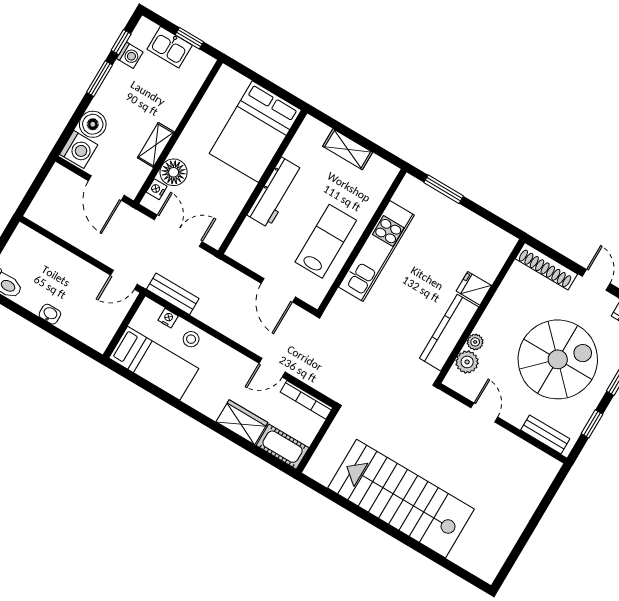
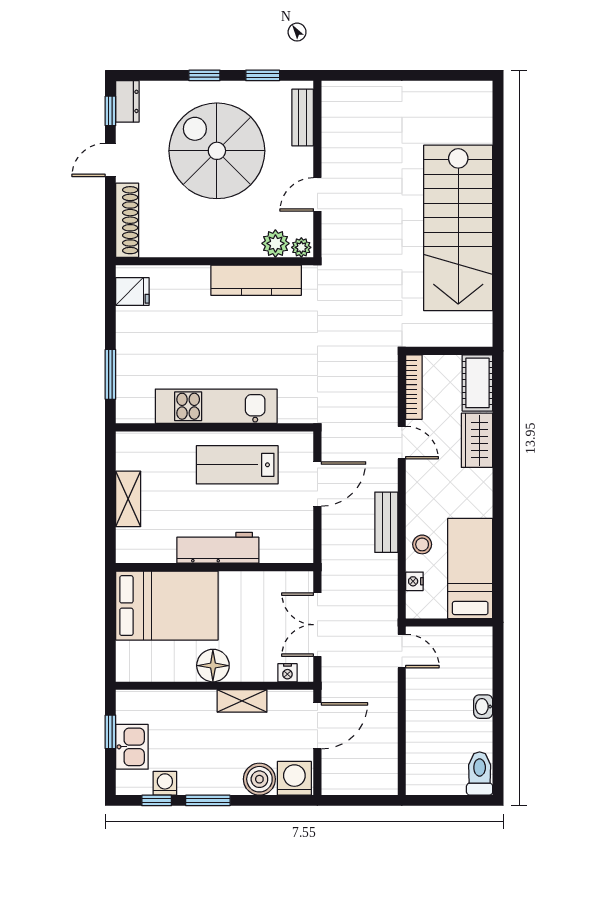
floor lamp: (174, 172) -> (213, 666), moved
fridge: (474, 288) -> (132, 292), moved, turned -90
bench: (173, 294) -> (386, 522), moved
plant: (475, 342) -> (301, 247), moved

